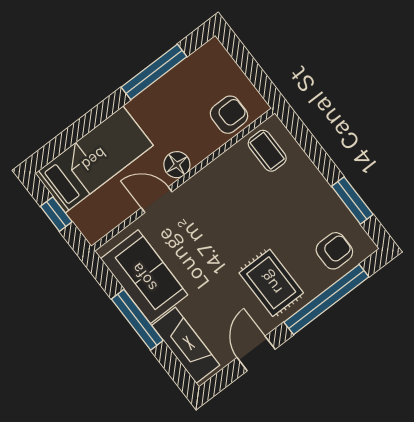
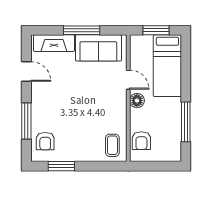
coffee table: (267, 151) -> (112, 145), turned 90
door: (157, 200) -> (128, 80), hinge flipped
window: (56, 214) -> (156, 30), width x1.50
rug: (271, 283) -> (53, 102), removed
window: (326, 300) -> (26, 121), width x0.68

